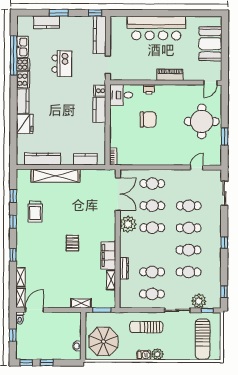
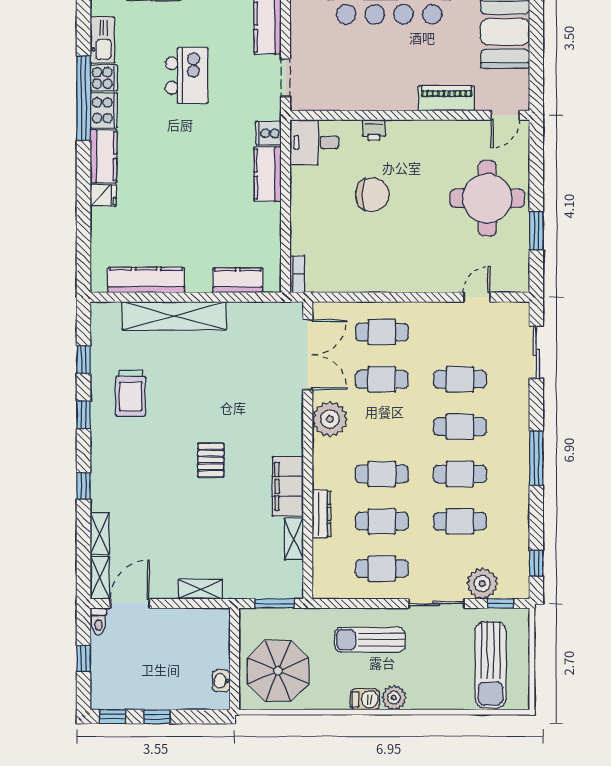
window: (14, 55) -> (84, 98), moved
piano: (170, 75) -> (446, 98), moved
fridge: (25, 124) -> (103, 195), width x0.53, depth x0.75
cafe table: (152, 228) -> (382, 474), moved
window: (224, 243) -> (536, 458), width x2.17
shelving: (81, 303) -> (201, 589), moved

